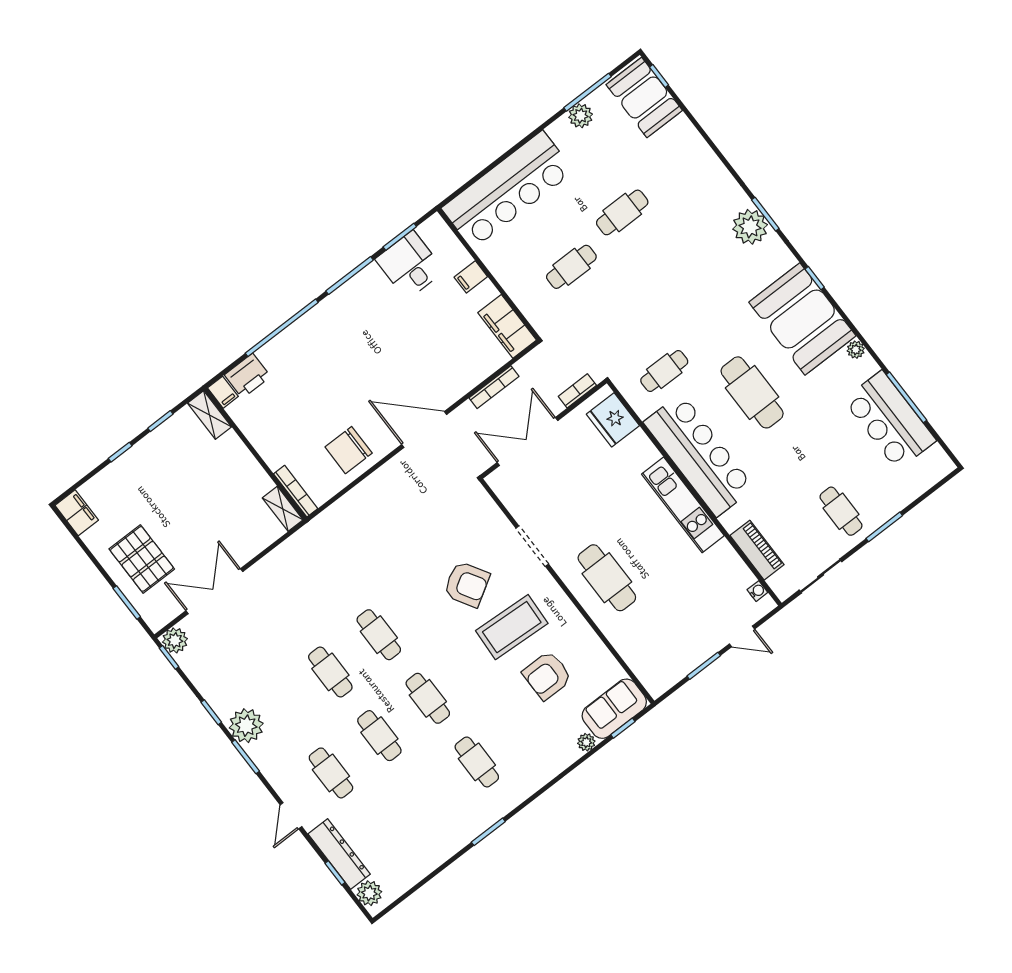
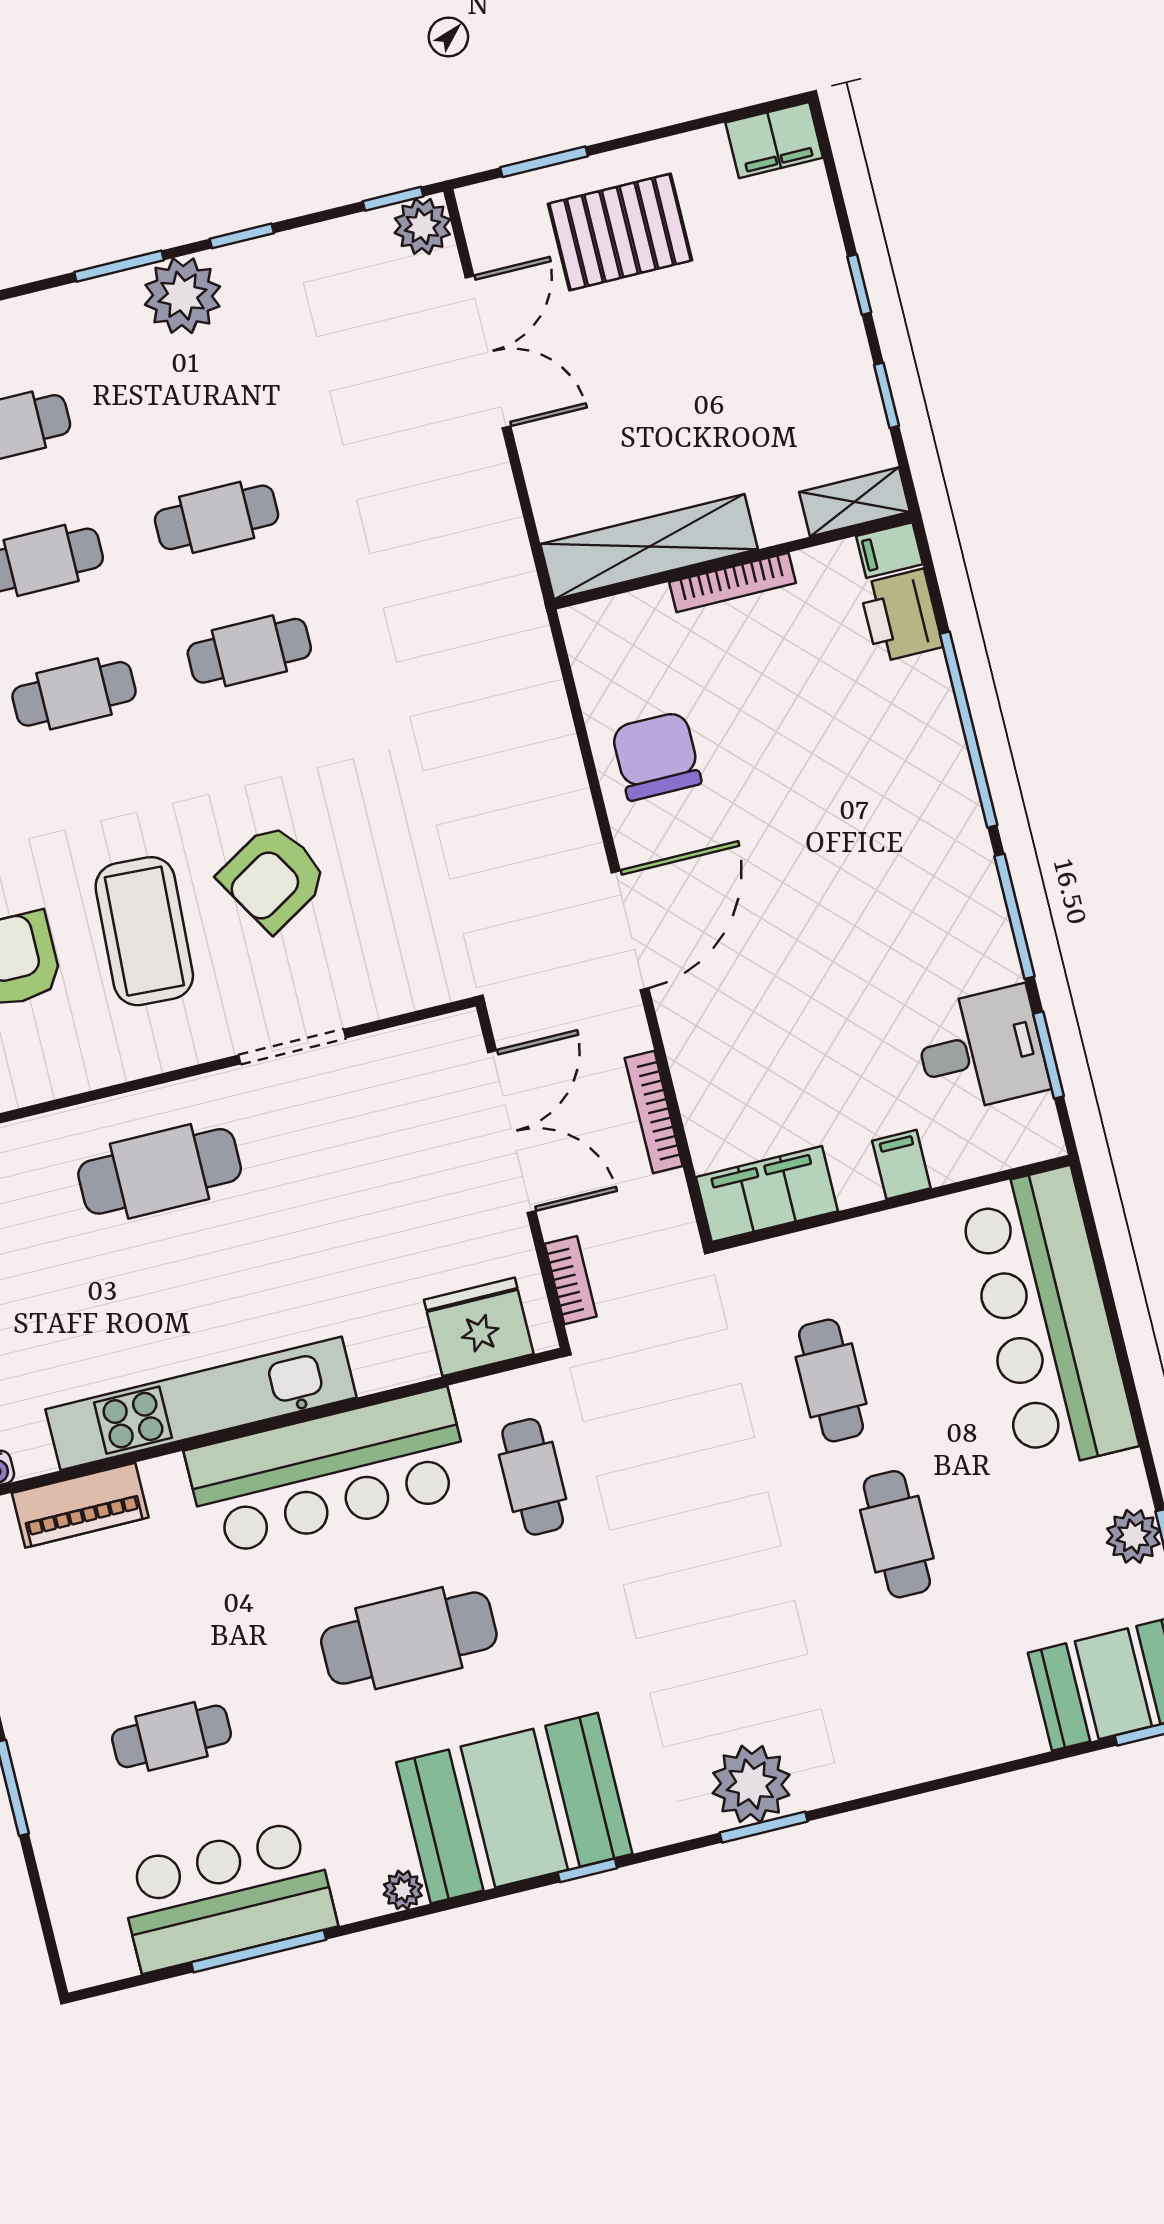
bookcase: (296, 491) -> (732, 582), moved
kitchen unit: (683, 505) -> (201, 1403), width x1.36
shelving: (283, 509) -> (649, 547), width x2.20, depth x1.33
cafe table: (841, 511) -> (172, 1736), moved

